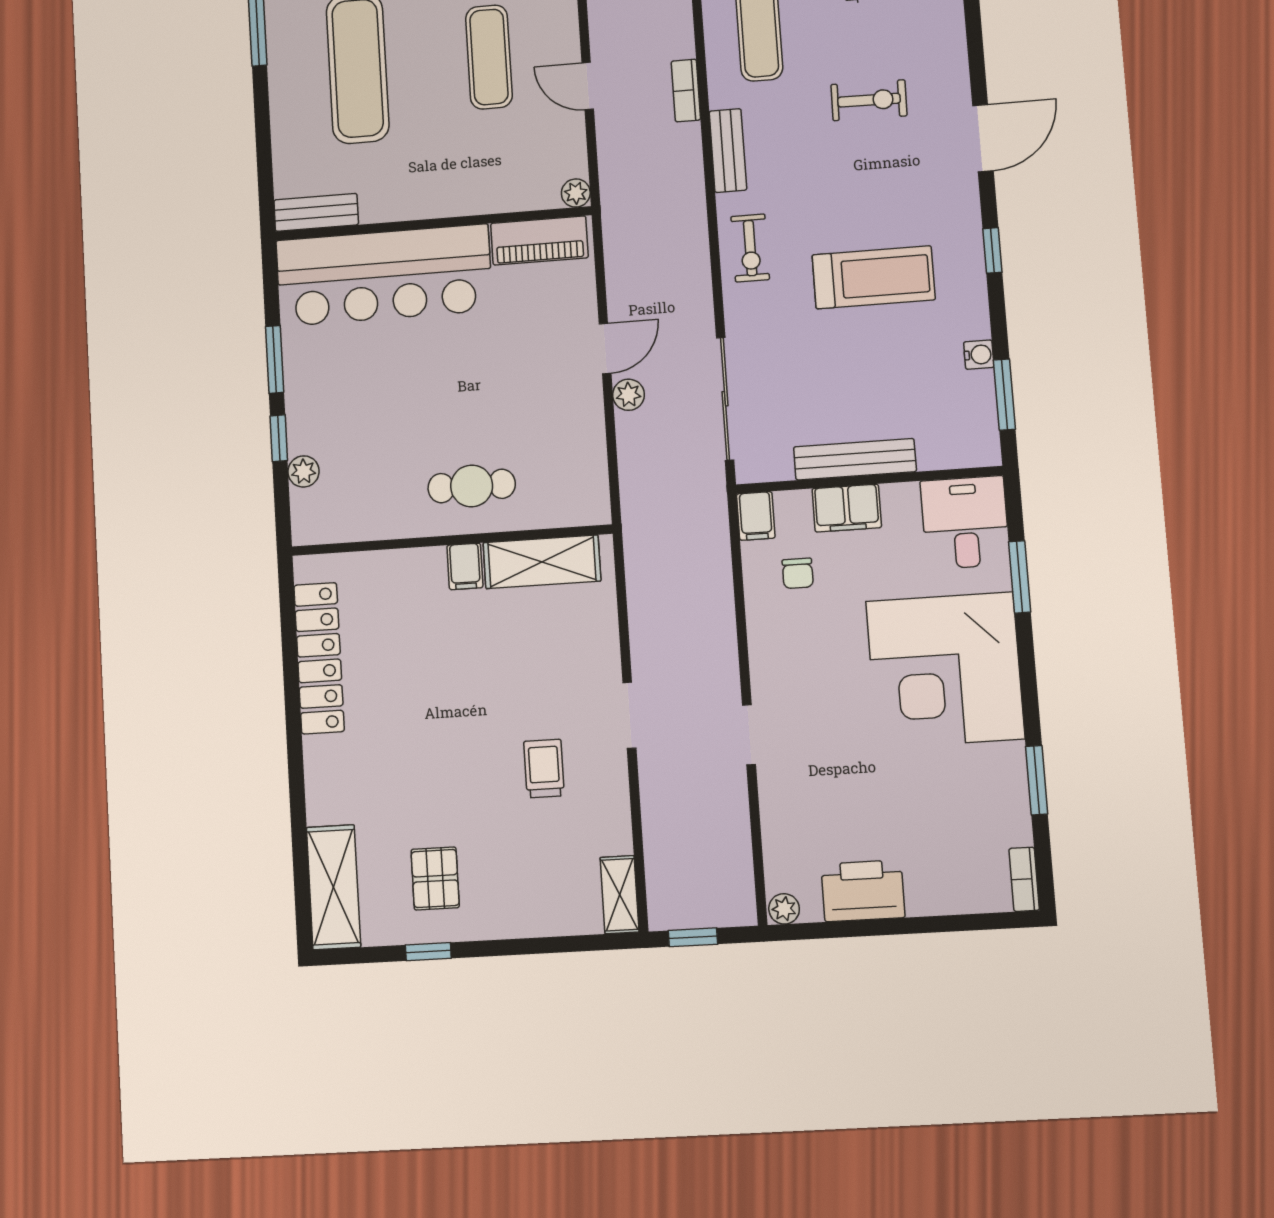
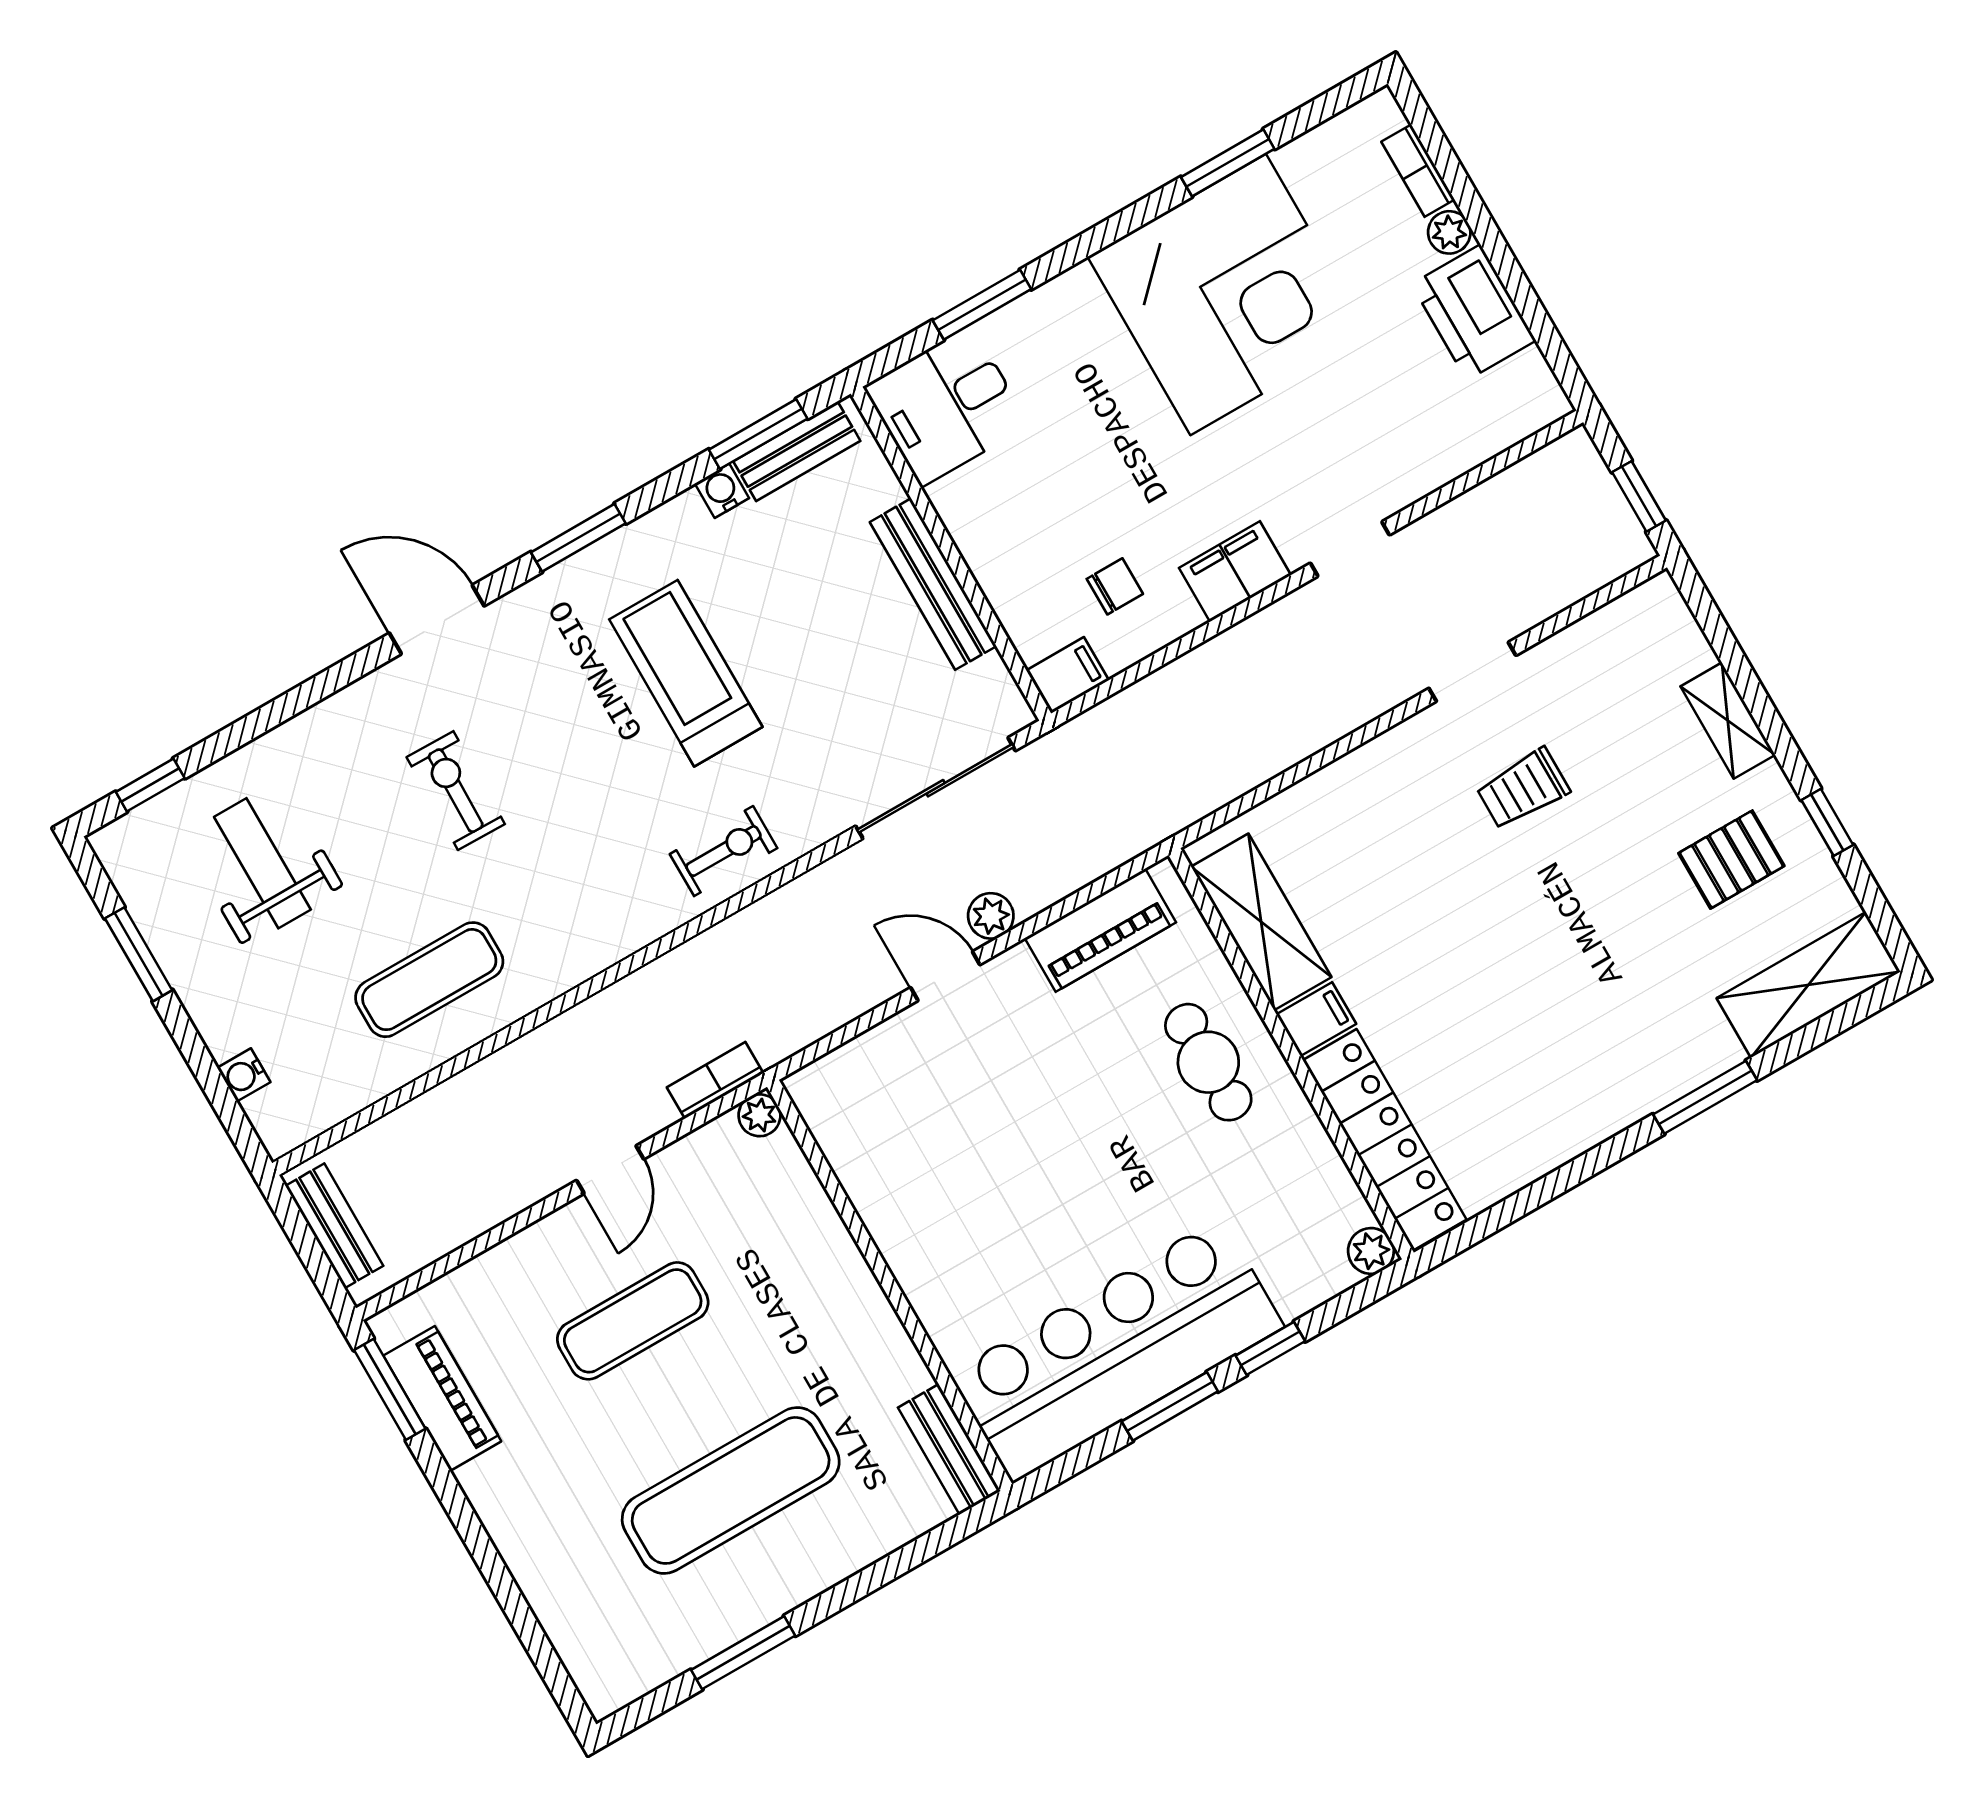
bookcase: (686, 91) -> (715, 1080), moved, turned 180
bench: (728, 151) -> (797, 451), moved
piano: (539, 240) -> (1100, 930), moved, turned 90
window: (992, 250) -> (578, 538), width x1.50
bar counter: (384, 275) -> (1117, 1350), moved, turned -90
plant: (304, 471) -> (1371, 1251), moved
filing cabinet: (847, 508) -> (1235, 572), moved, turned -90
locker: (319, 658) -> (1385, 1140), moved, turned 90
corner desk: (945, 670) -> (1228, 295), moved
doorway: (629, 715) -> (1472, 672), moved
window: (297, 786) -> (1705, 1097), added
bookcase: (1024, 879) -> (1418, 171), moved, turned 90
shelving: (620, 895) -> (1728, 721), moved, turned 90
plant: (784, 909) -> (1449, 232), moved

